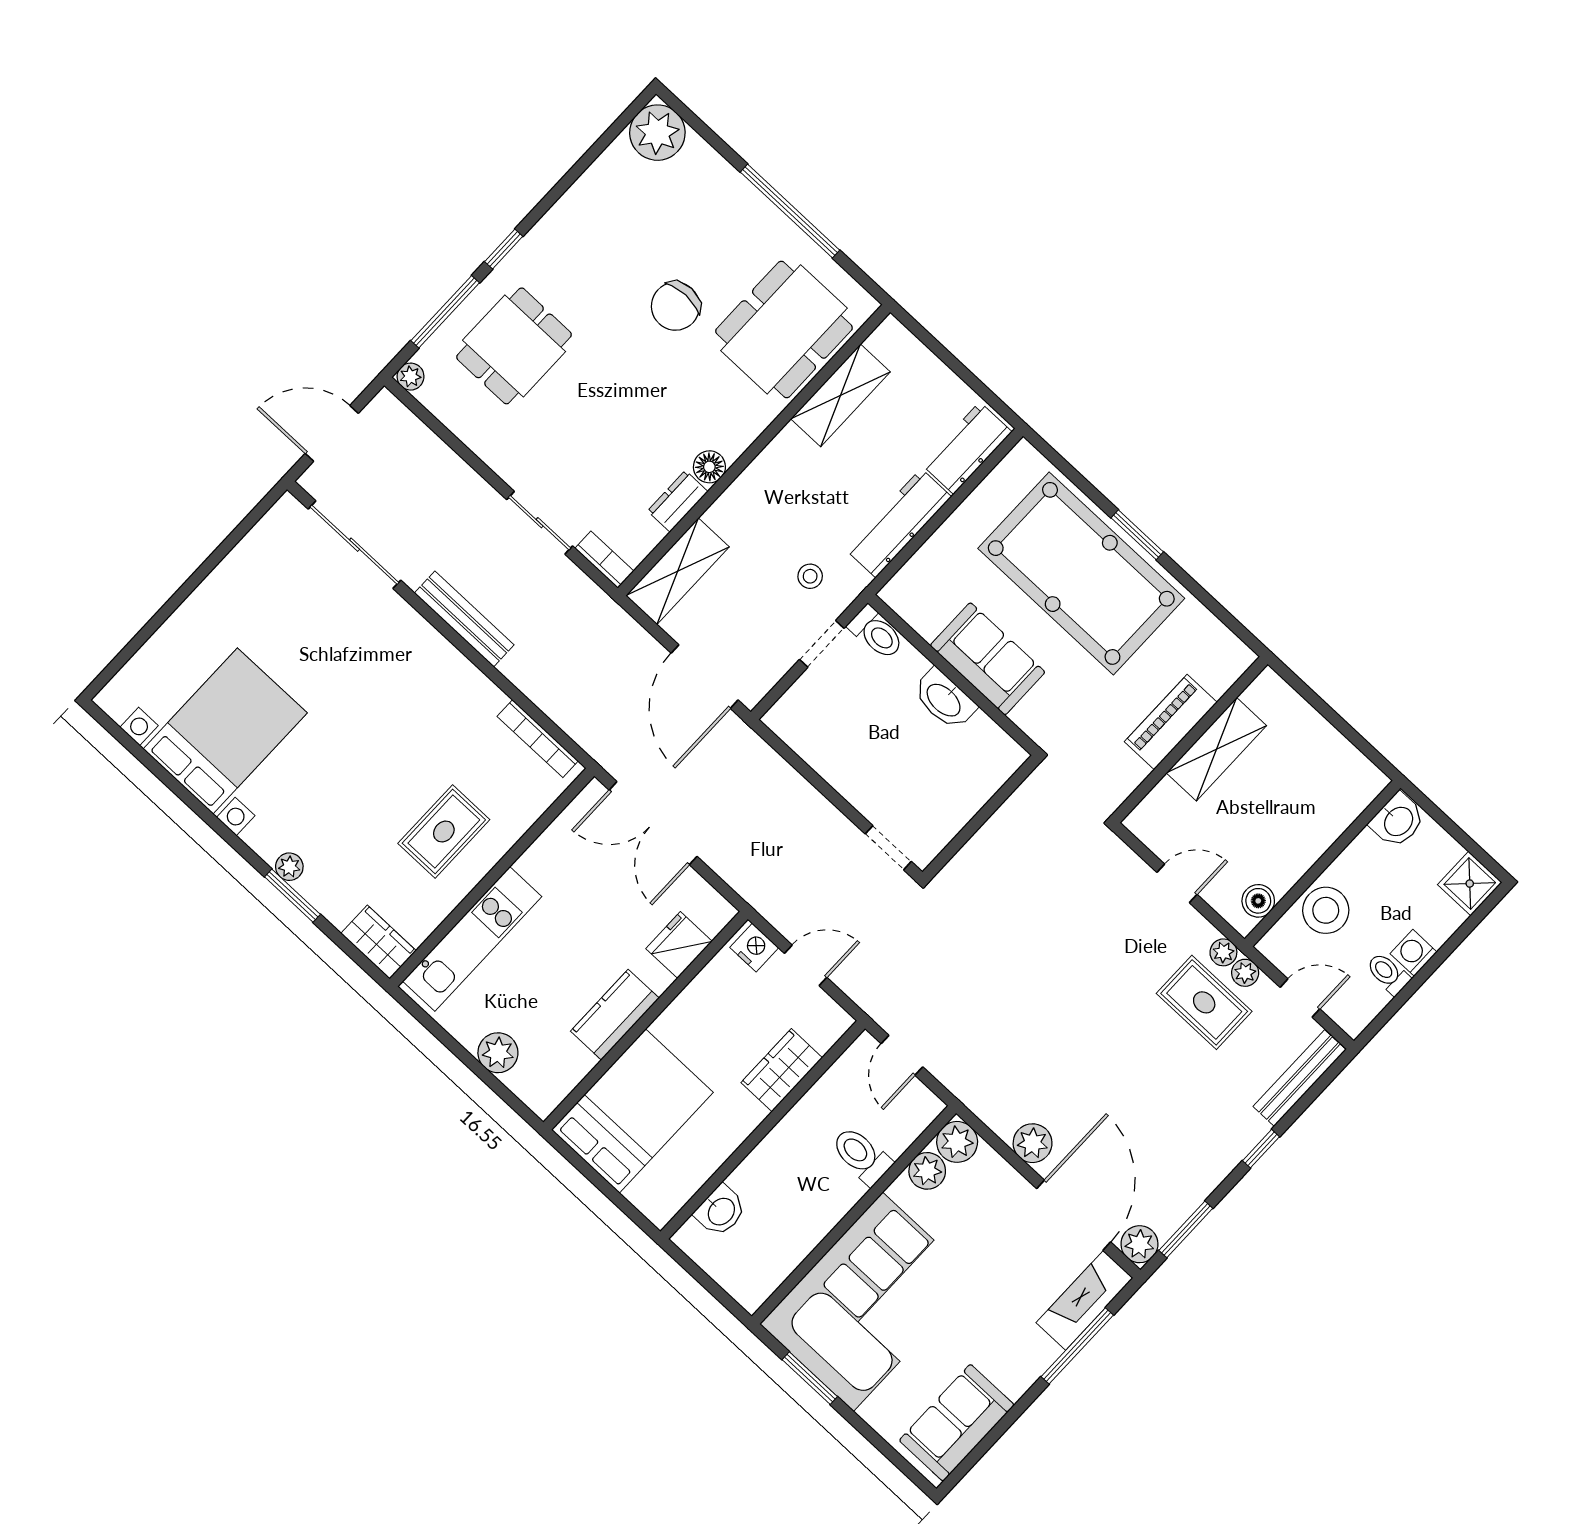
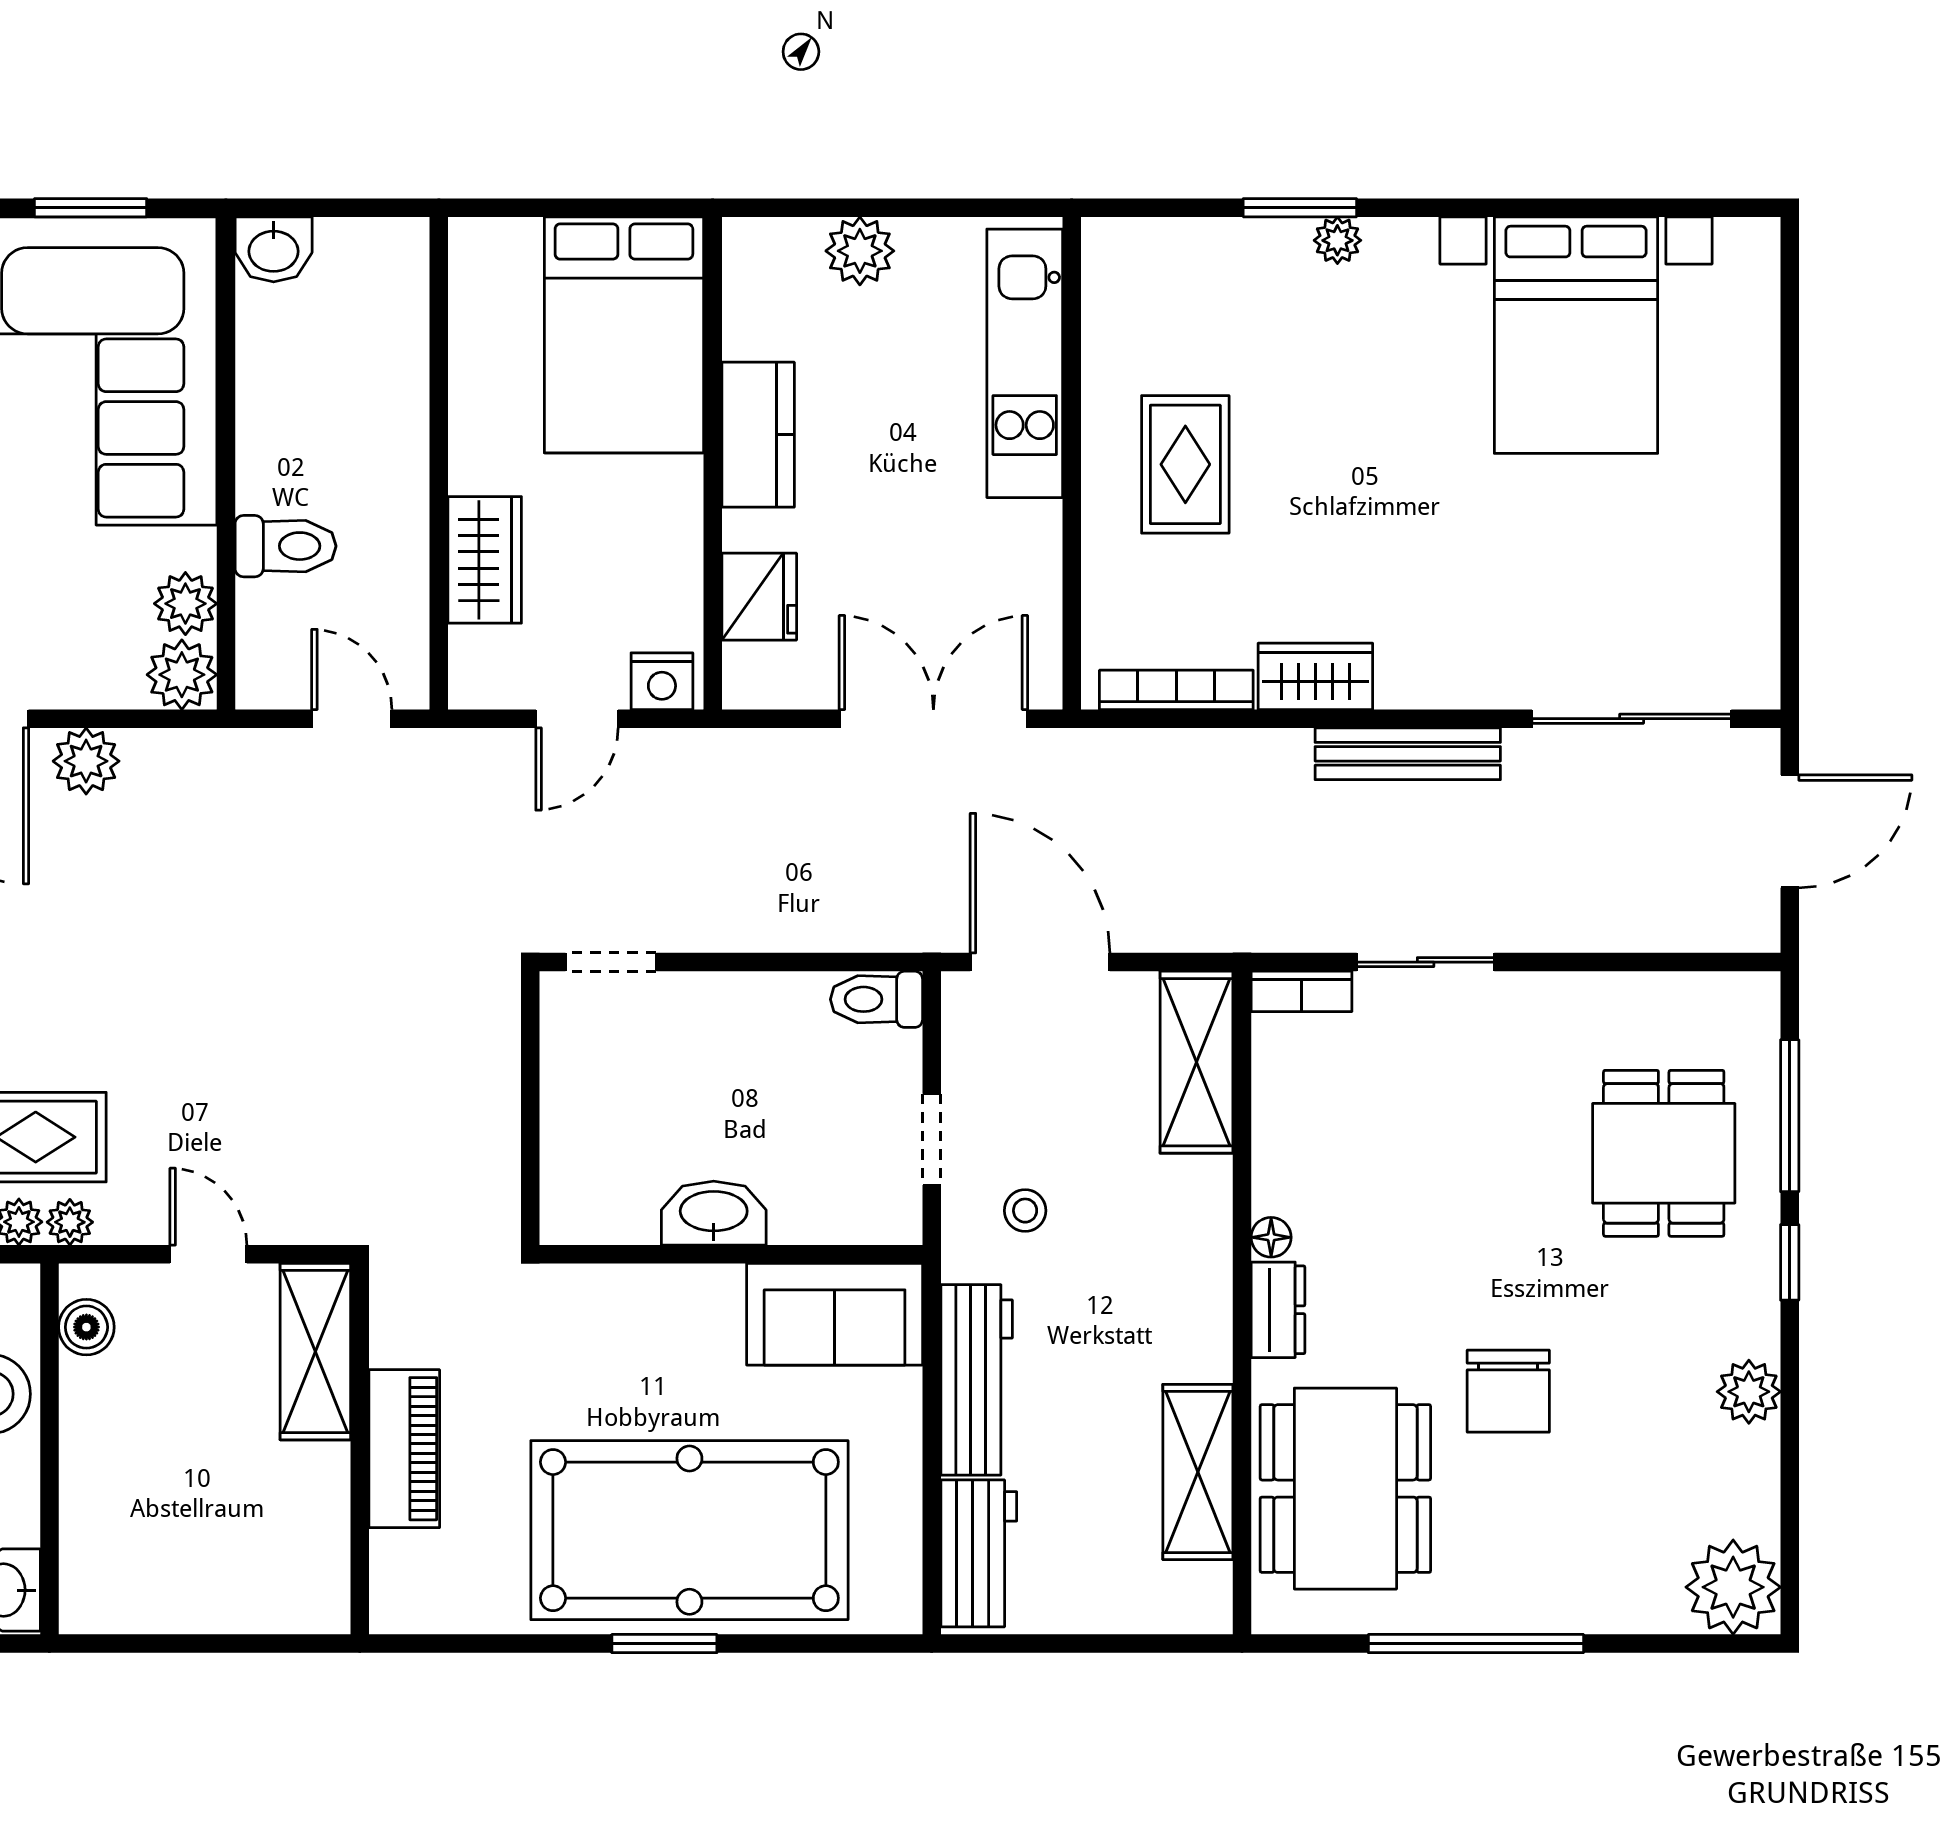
chair: (675, 306) -> (1508, 1391), turned 180
plant: (410, 377) -> (1749, 1392), moved, width x1.38, depth x1.38
floor lamp: (709, 467) -> (1271, 1237), width x0.73, depth x0.73
dresser: (678, 501) -> (1278, 1310), moved
toilet: (876, 633) -> (876, 999), moved
sofa: (988, 659) -> (835, 1314), moved
shelving: (1216, 749) -> (315, 1352), moved
door: (1177, 883) -> (208, 1254), swing flipped
wardrobe: (379, 942) -> (1315, 676), moved, turned 180
washbasin: (721, 1211) -> (274, 249), moved, turned -90

